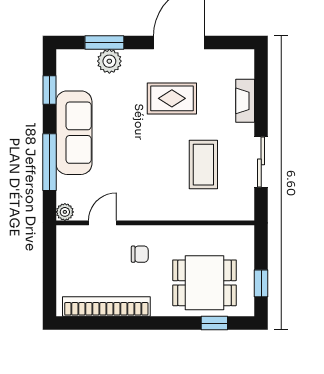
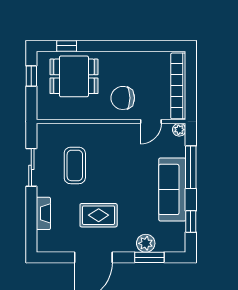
chair: (140, 254) -> (123, 98), width x1.87, depth x1.87
bookcase: (106, 306) -> (178, 86), moved, turned 90

